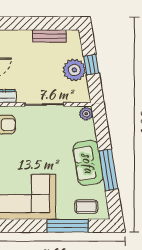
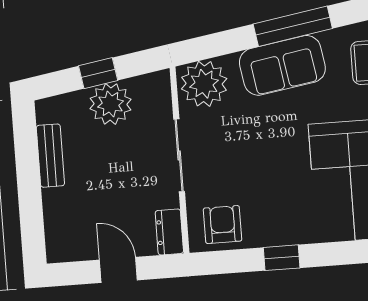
plant: (86, 114) -> (204, 84), width x1.87, depth x1.87

